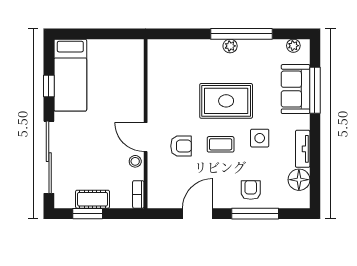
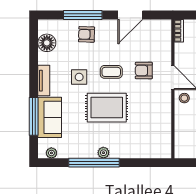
tv unit: (303, 149) -> (44, 81), moved
stool: (135, 161) -> (184, 98), moved
armchair: (251, 190) -> (87, 34), turned 92

